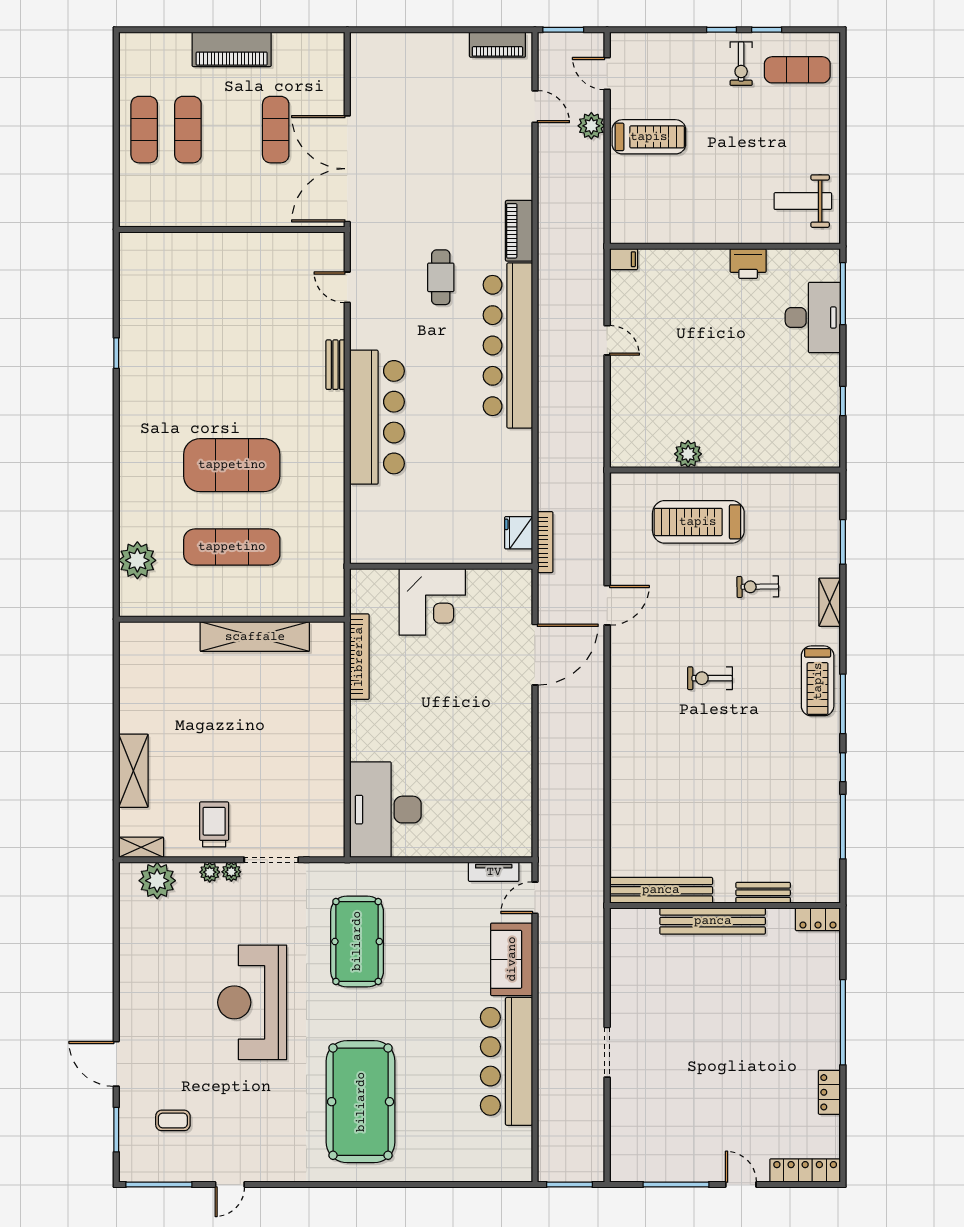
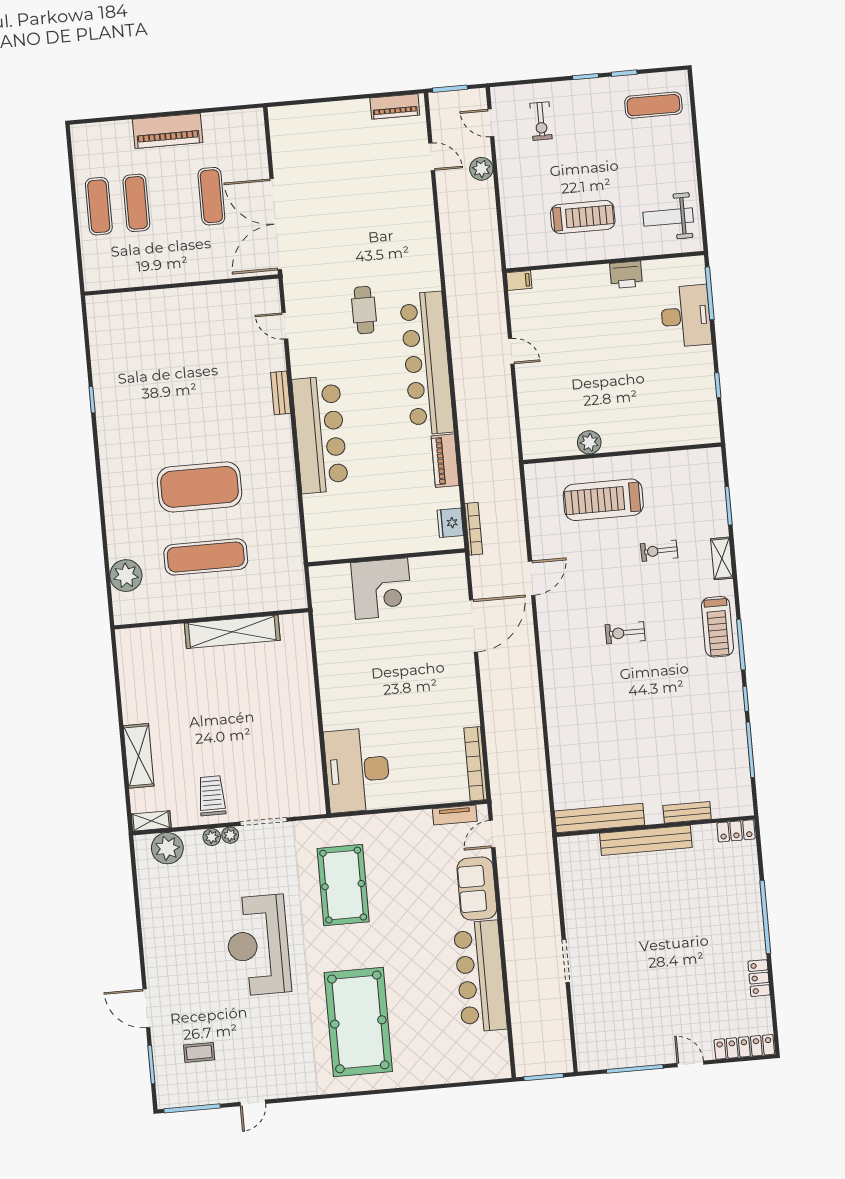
exercise bike: (741, 64) -> (541, 121), moved
treadmill: (649, 137) -> (583, 217), moved
piano: (519, 231) -> (445, 461), moved
bookcase: (359, 657) -> (475, 764), moved, turned 180

